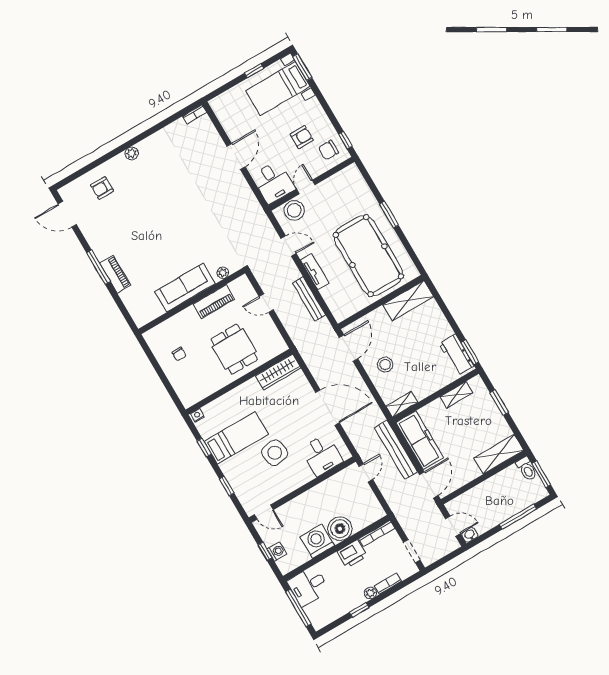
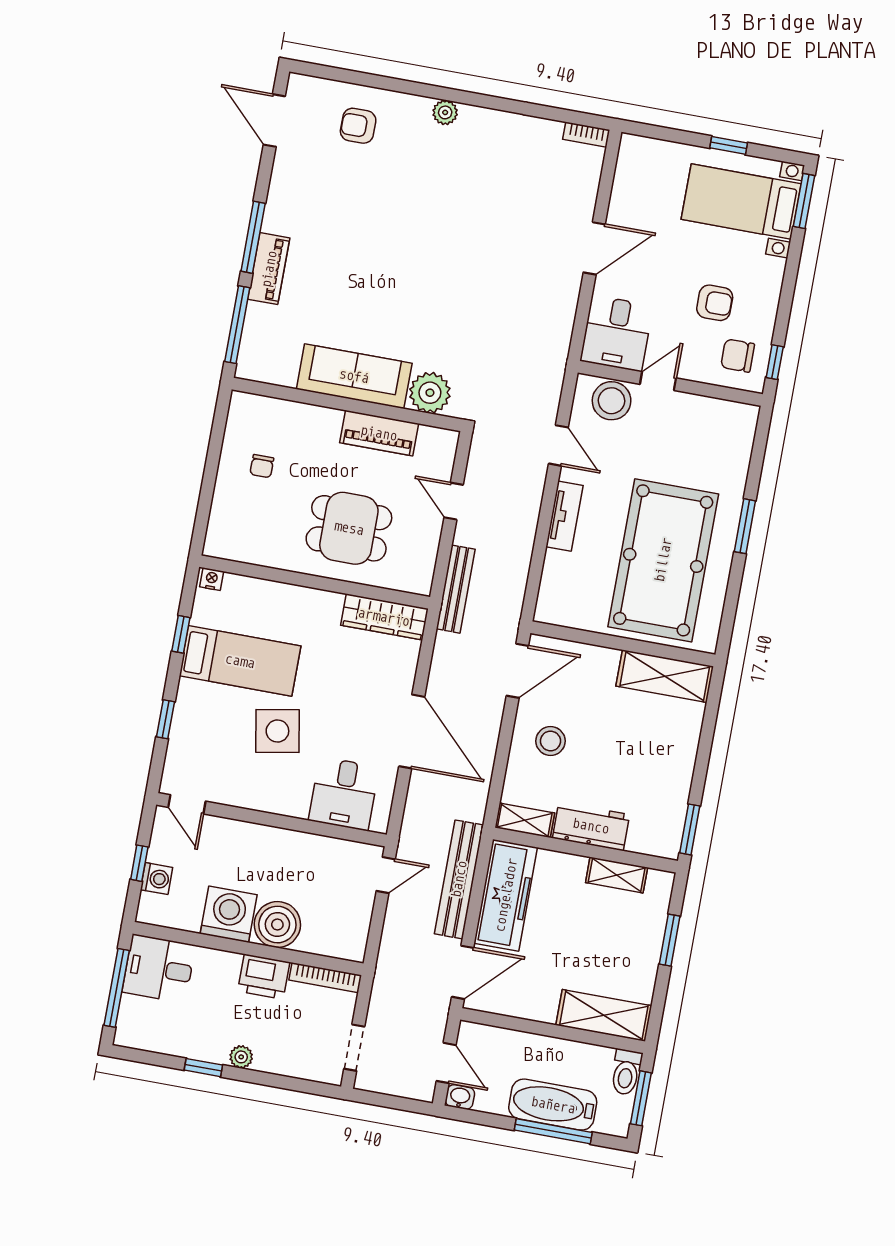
plant: (223, 273) -> (430, 393), width x1.88, depth x1.88
bench: (309, 299) -> (456, 589), moved
window: (122, 307) -> (237, 325), added
dining table: (234, 349) -> (349, 528), turned 90
workbench: (457, 355) -> (591, 826), moved, turned 90
bathtub: (509, 506) -> (553, 1105), added
bookcase: (388, 584) -> (279, 1065), removed

